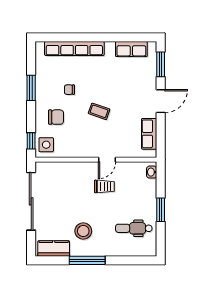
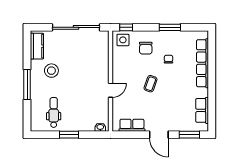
door: (107, 160) -> (111, 90), swing flipped
trolley: (104, 186) -> (88, 88), removed
window: (87, 260) -> (27, 84), moved

